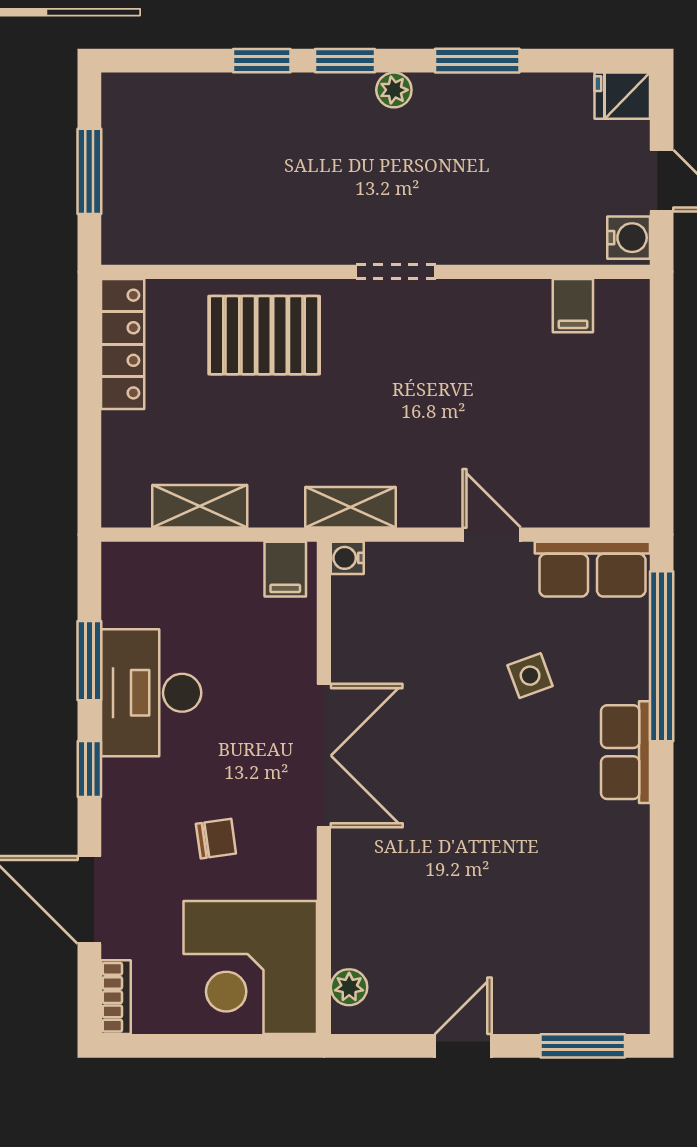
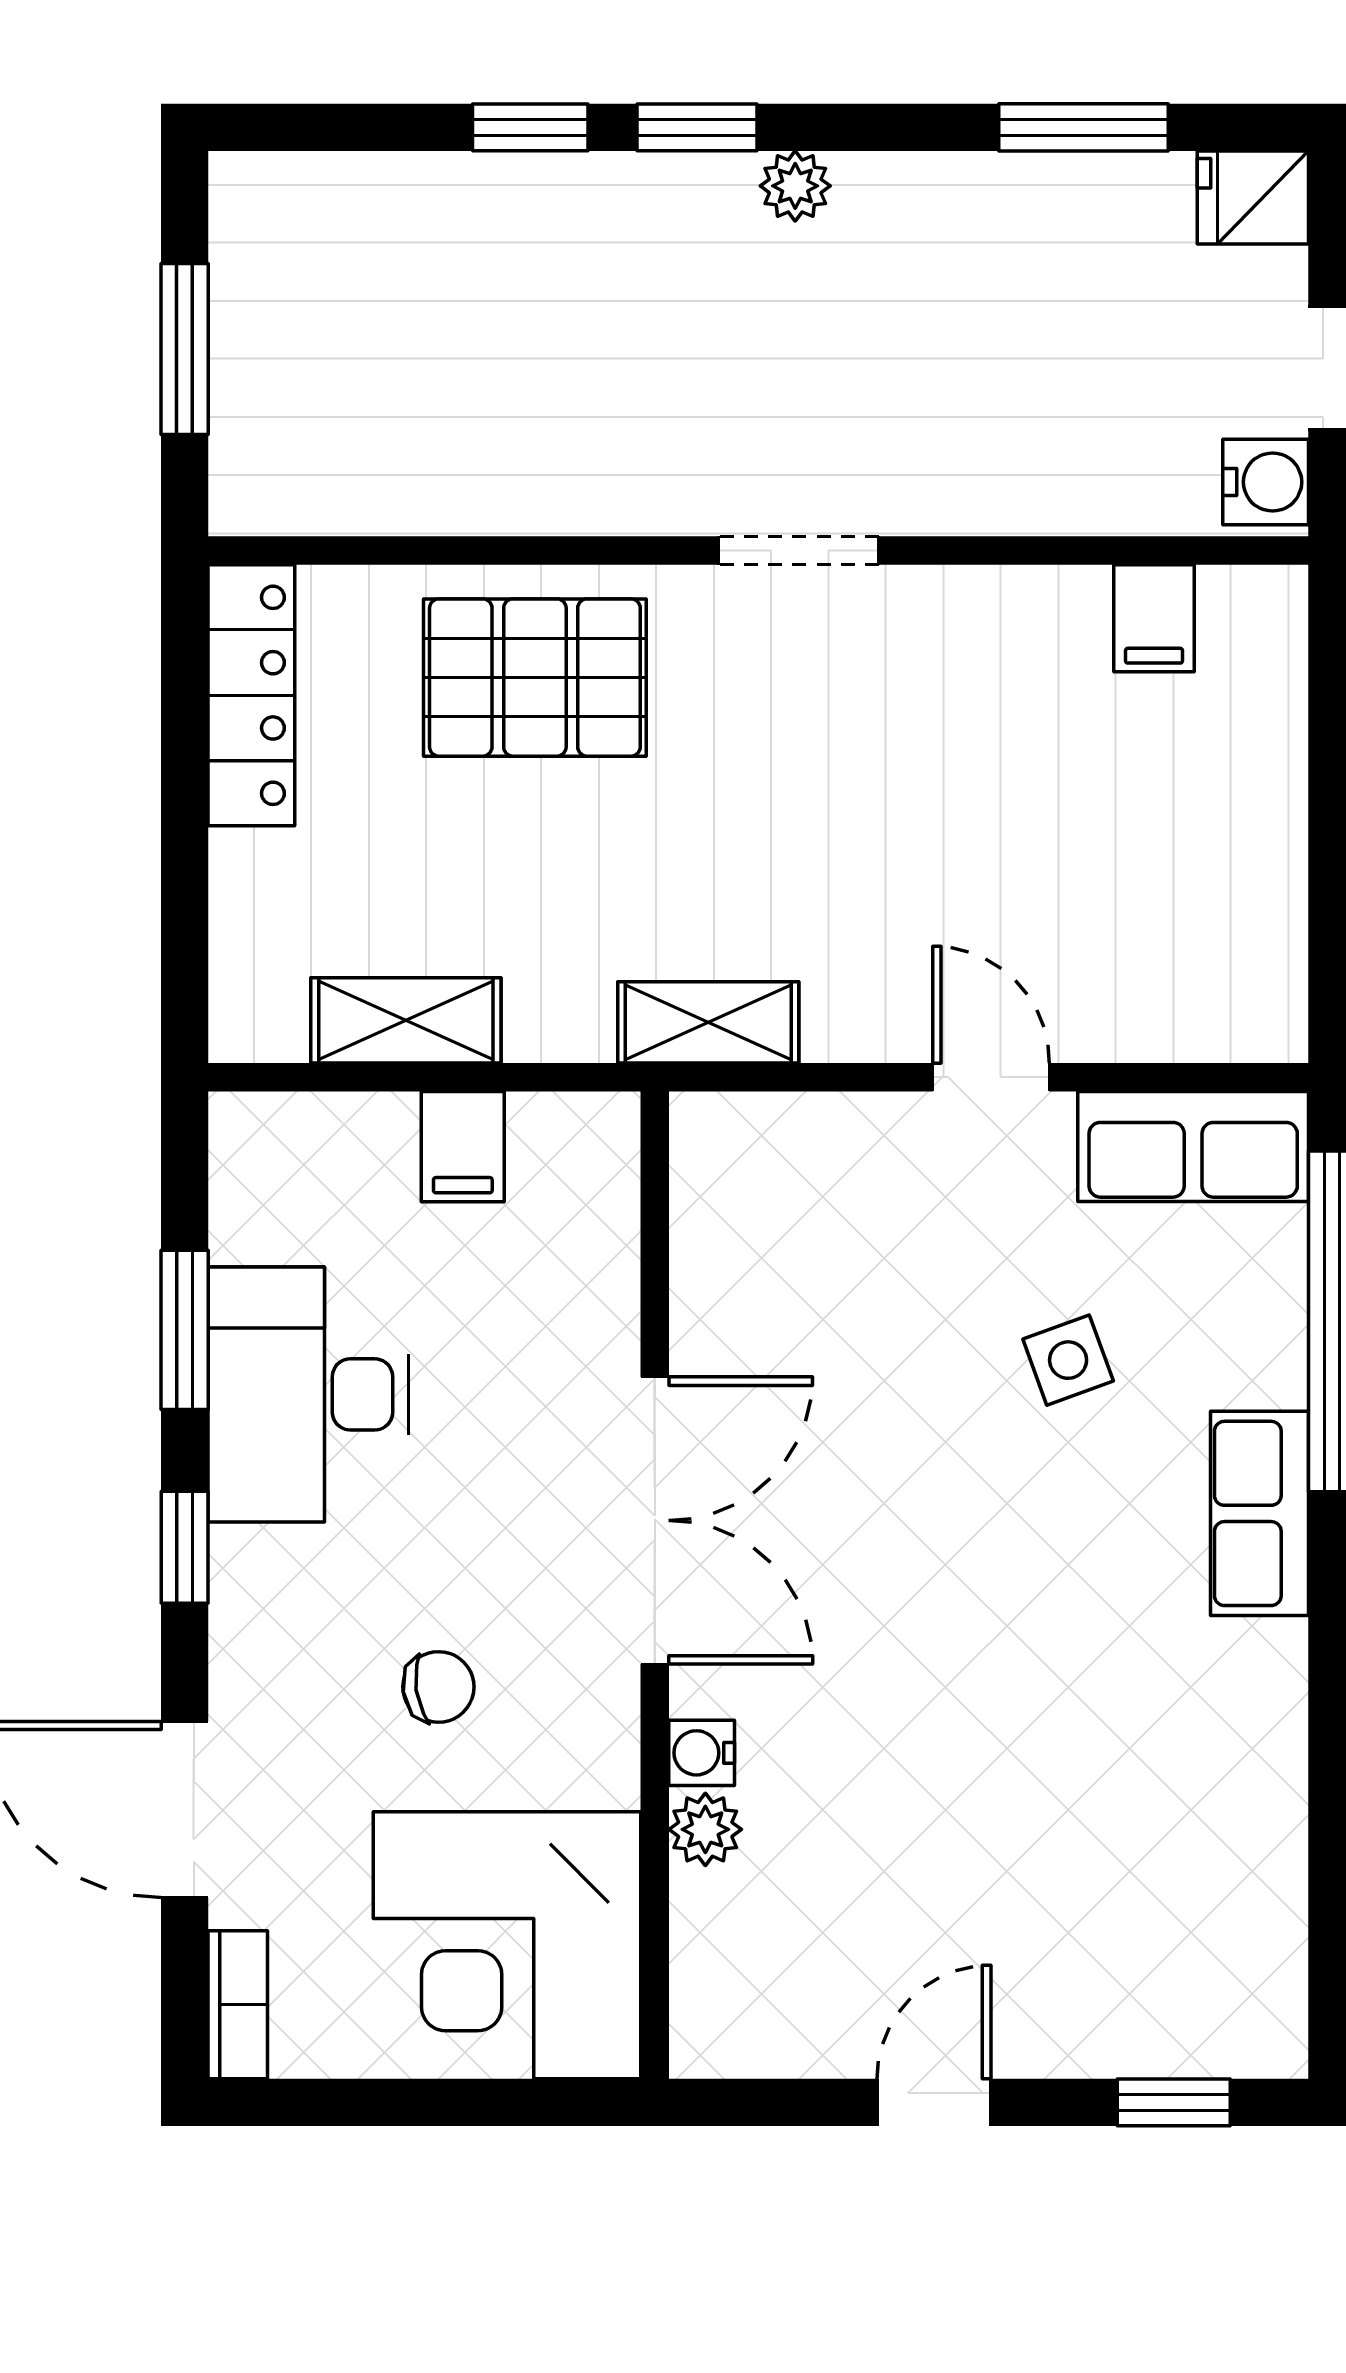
window: (477, 61) -> (1083, 127), moved
water cooler: (347, 558) -> (702, 1753), moved
filing cabinet: (285, 569) -> (463, 1147), moved
plant: (349, 987) -> (705, 1829), moved
window: (583, 1046) -> (1174, 2102), width x0.67

